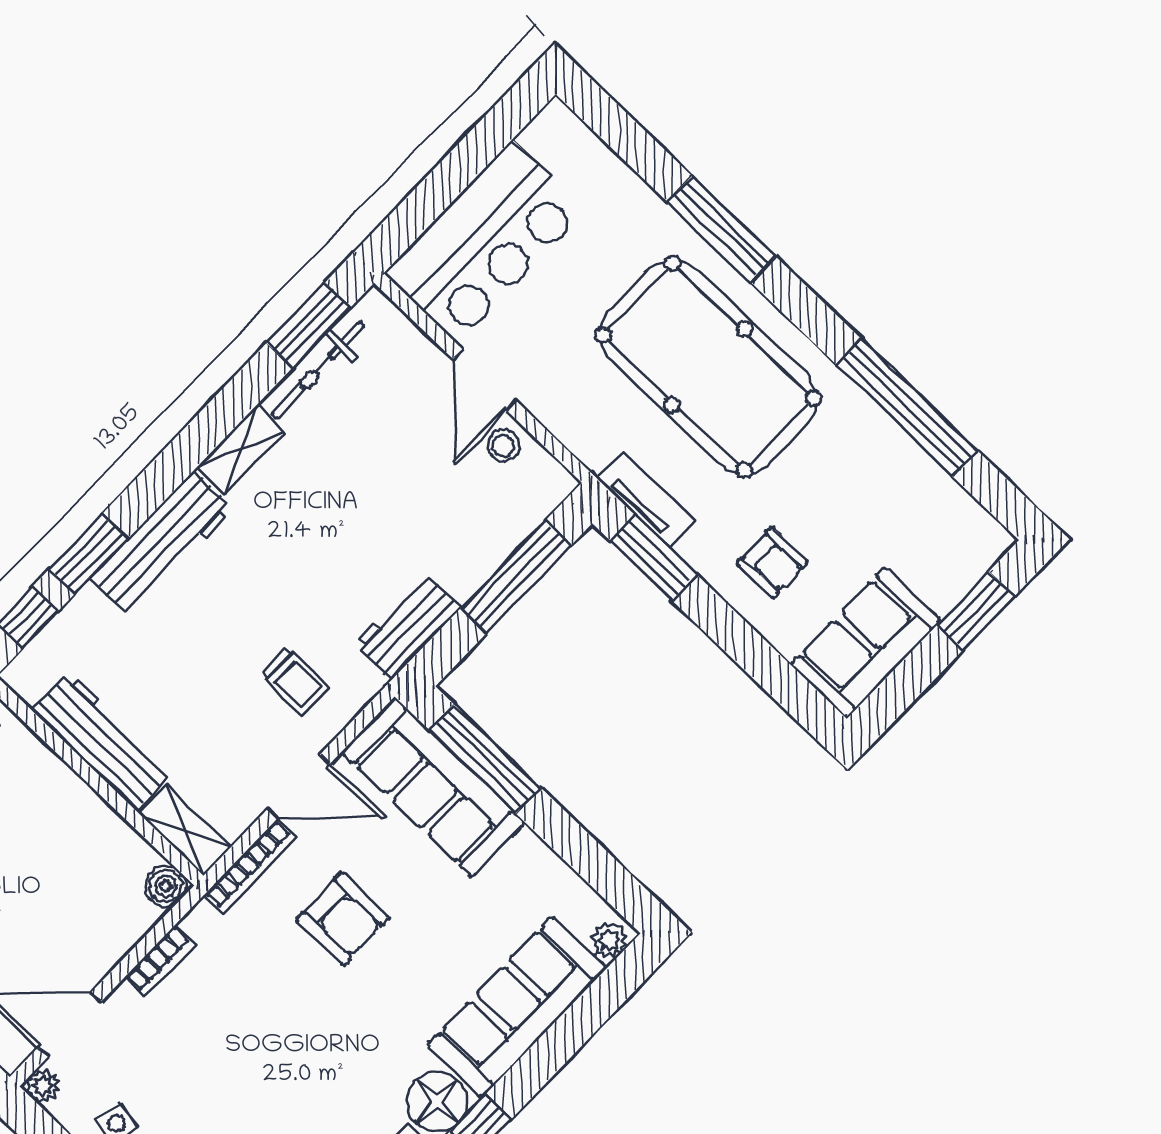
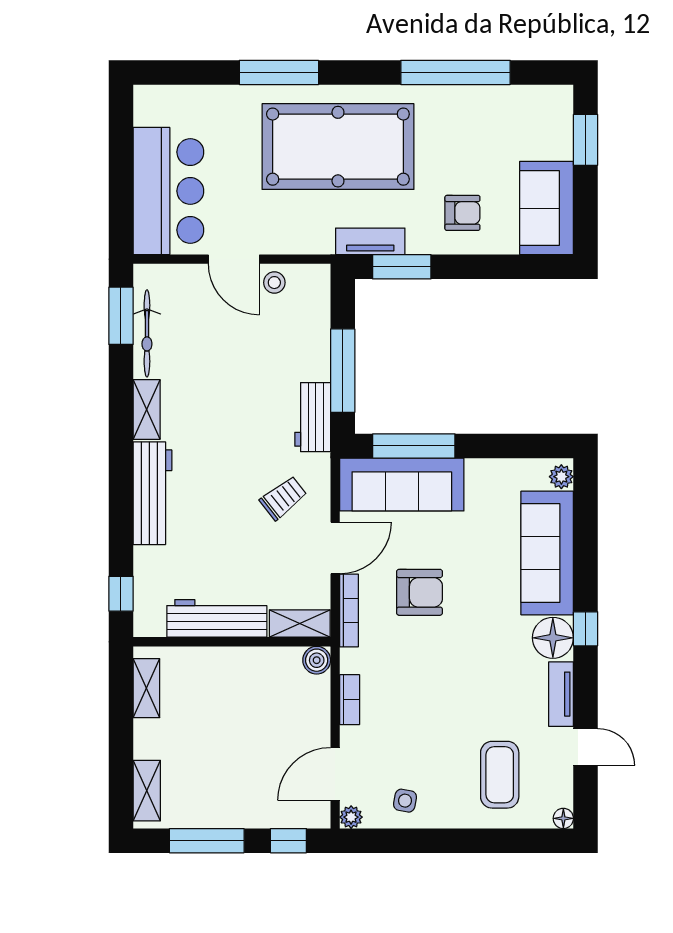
window: (88, 554) -> (121, 533), removed
window: (516, 577) -> (343, 371), moved
trolley: (295, 681) -> (283, 498), turned -38

